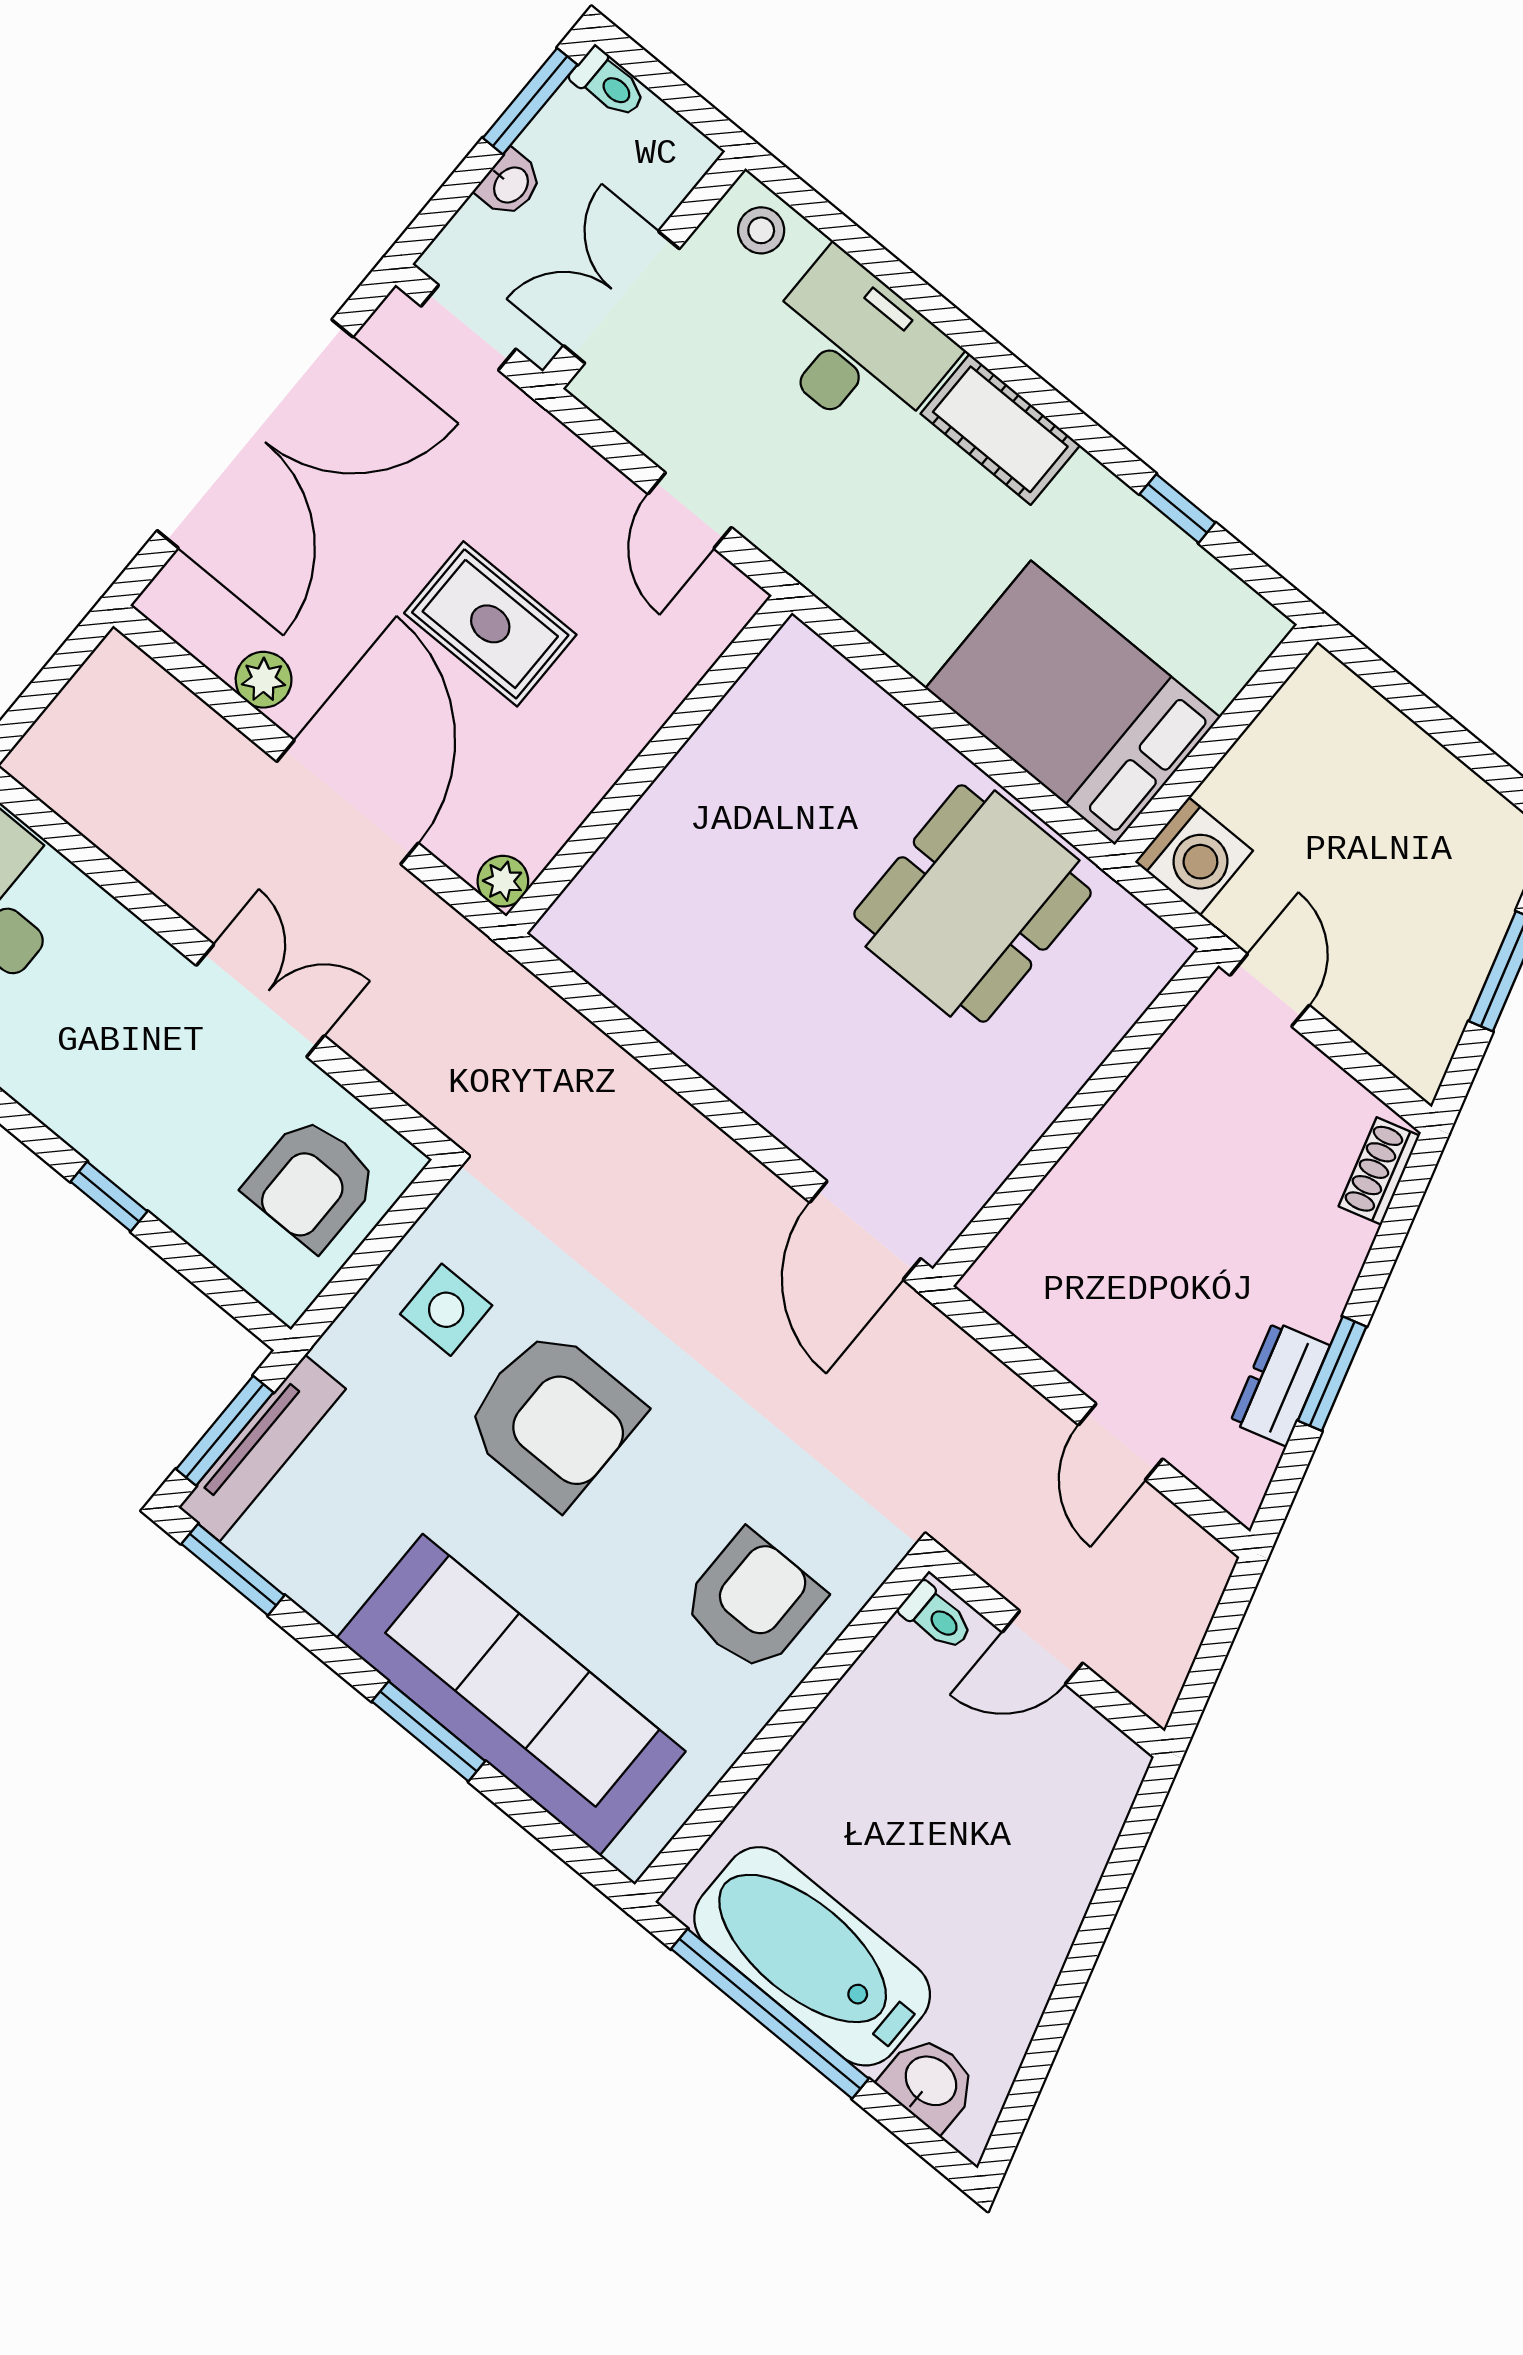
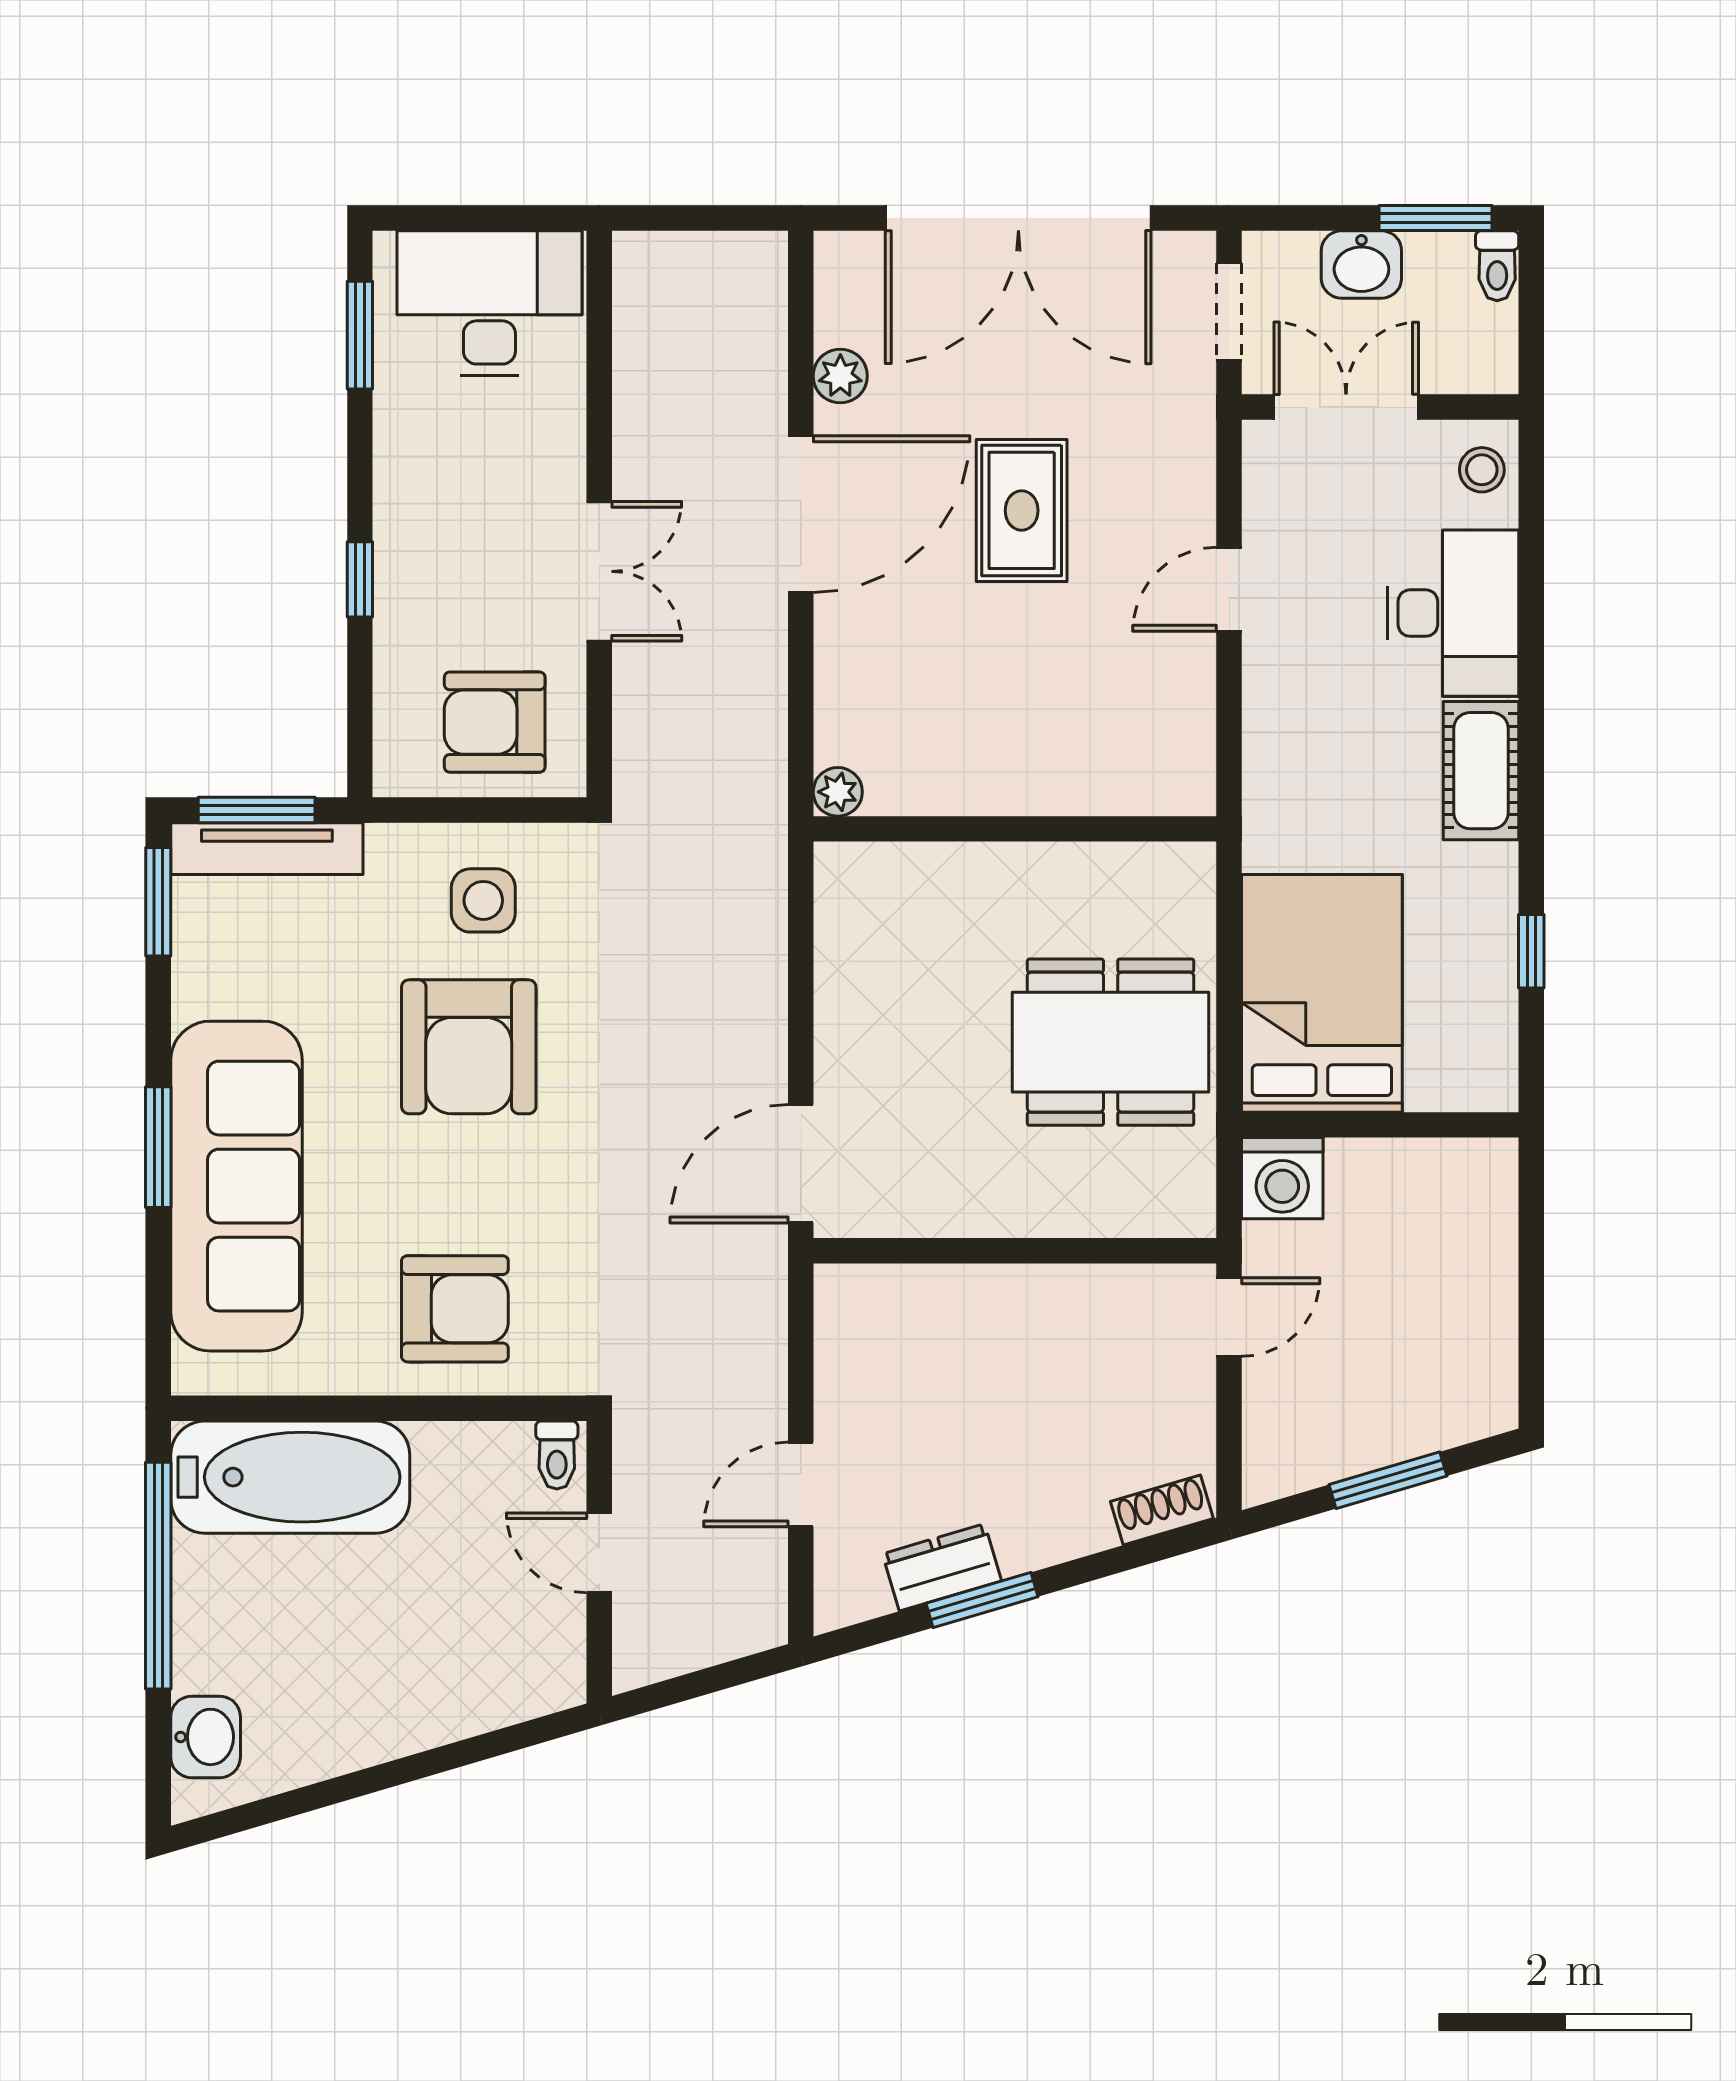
washbasin: (510, 184) -> (1361, 264), width x1.38, depth x1.45
wall: (649, 764) -> (1015, 829), moved
plant: (503, 881) -> (838, 792), moved
bathtub: (812, 1956) -> (290, 1477), moved, turned 90

